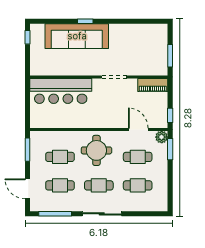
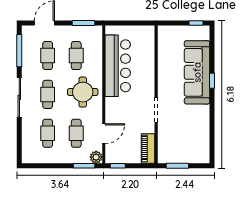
bar counter: (61, 91) -> (118, 66), moved, turned 180

